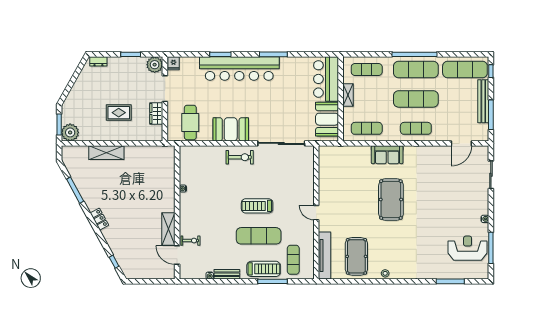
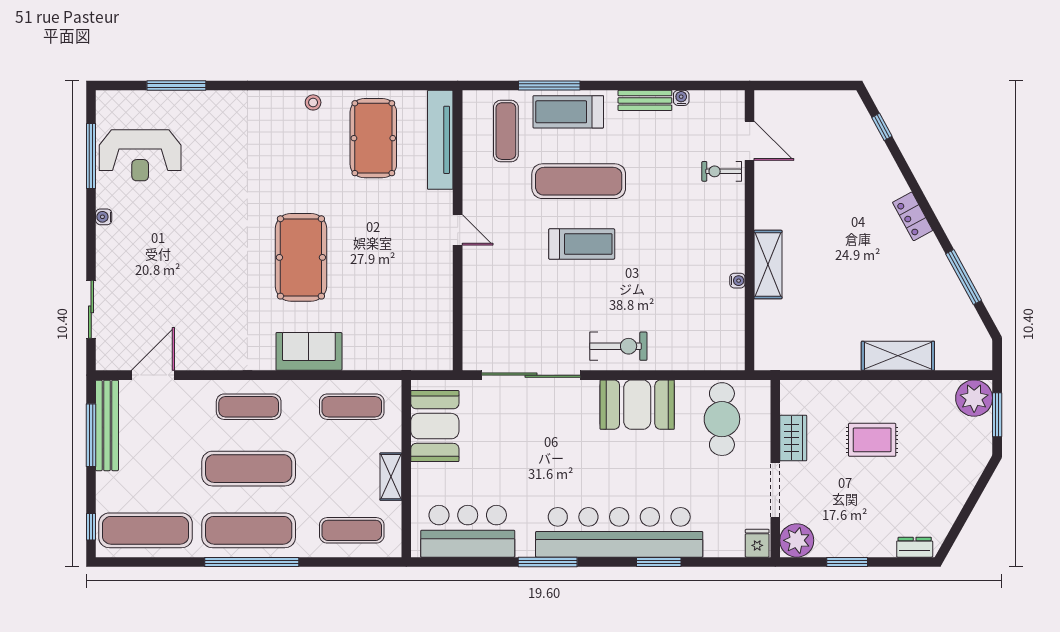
bar counter: (326, 79) -> (468, 531), moved, turned -90
bench: (483, 101) -> (107, 425), moved
exercise bike: (240, 157) -> (618, 346), turned 180
shelving: (168, 229) -> (768, 265), moved

